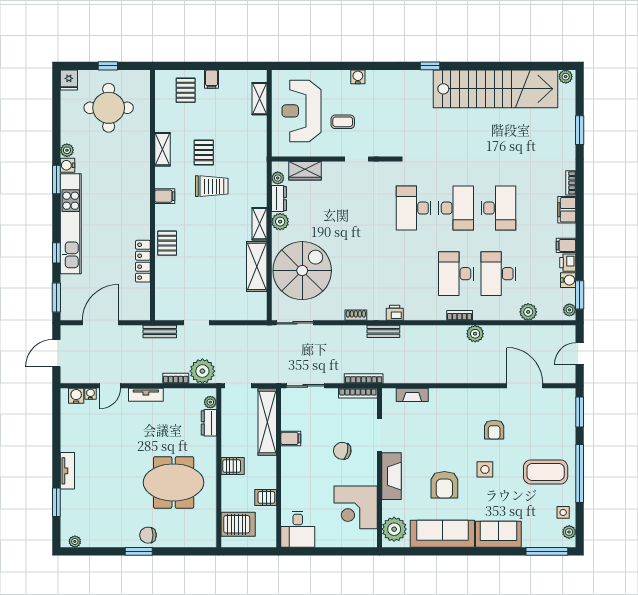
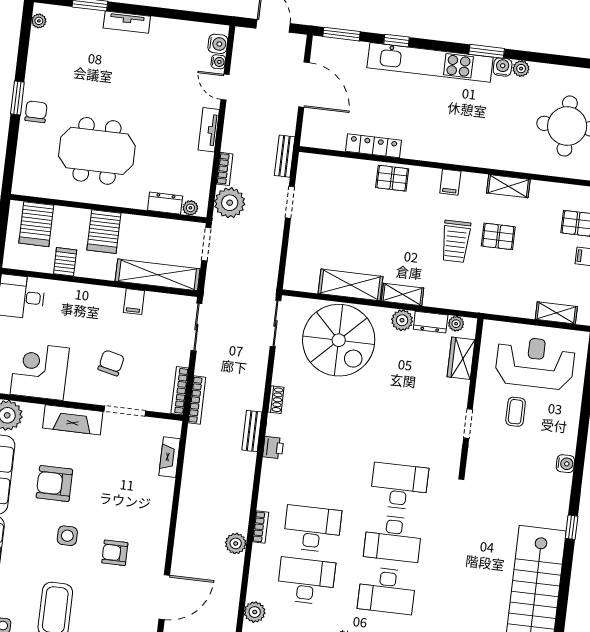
water cooler: (358, 77) -> (565, 464), moved
server rack: (233, 466) -> (104, 232), width x1.36, depth x1.44
meeting table: (174, 482) -> (97, 151), turned 90

